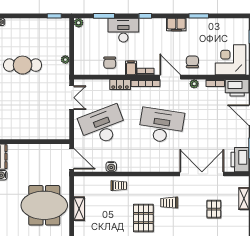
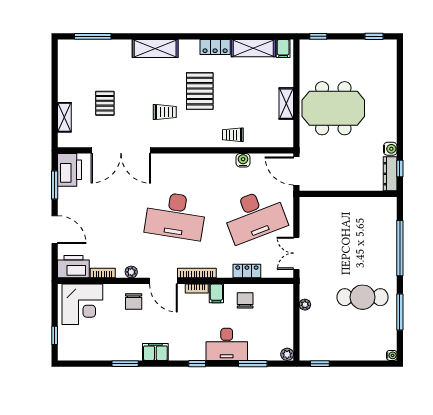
locker: (120, 84) -> (247, 271), moved

